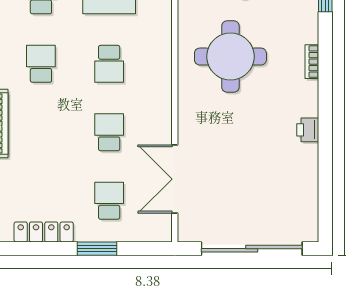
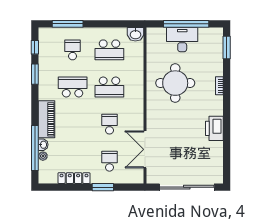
school desk: (41, 64) -> (73, 87), width x1.85
school desk: (109, 64) -> (109, 87), width x1.85
printer: (308, 130) -> (214, 128), width x1.87, depth x1.48

